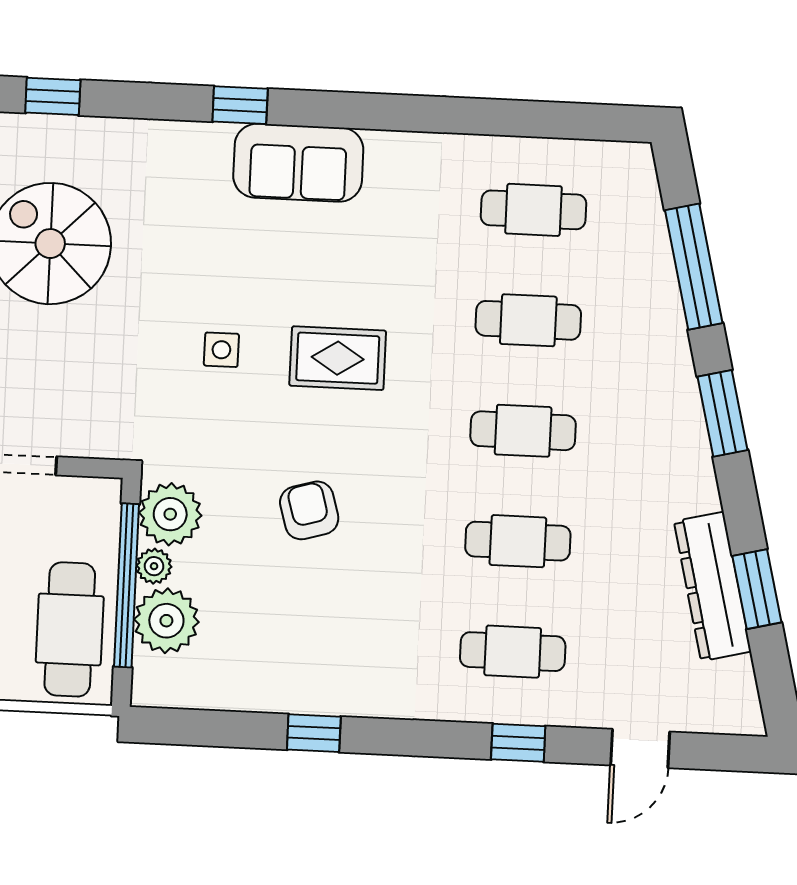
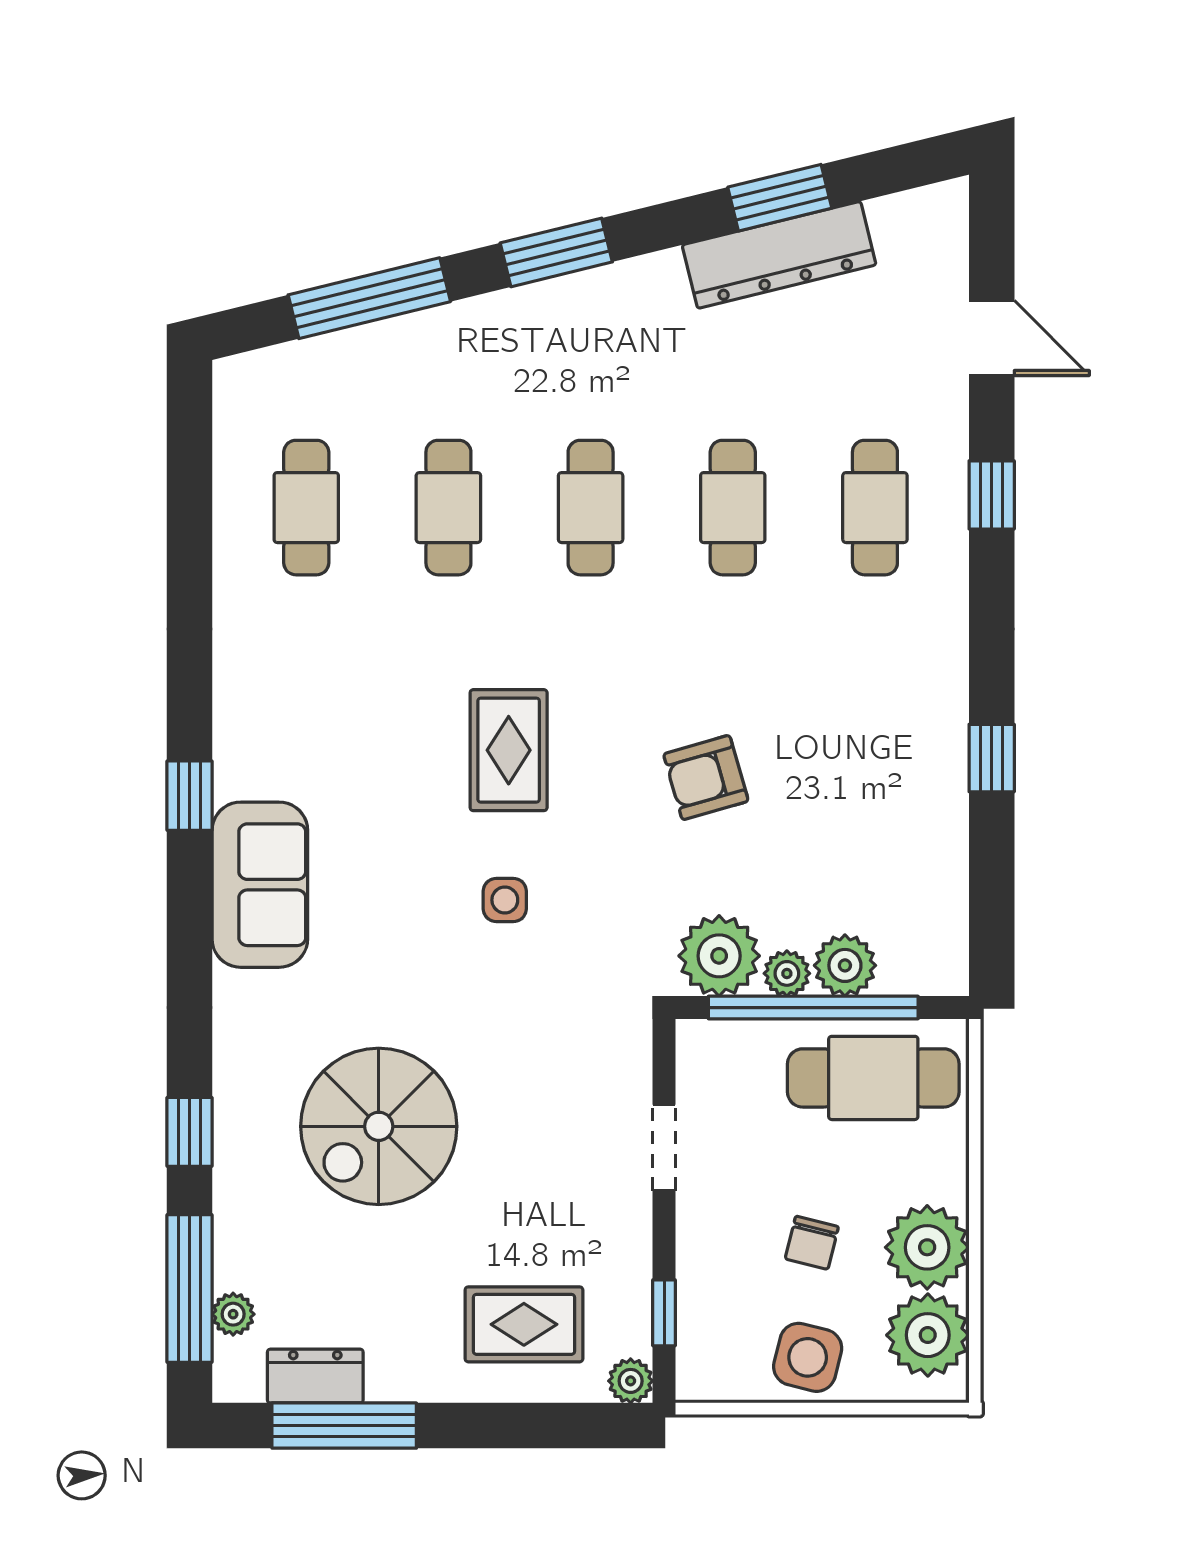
window: (240, 105) -> (189, 796), moved
sofa: (298, 163) -> (260, 885), moved
plant: (166, 621) -> (845, 965), width x0.73, depth x0.73

